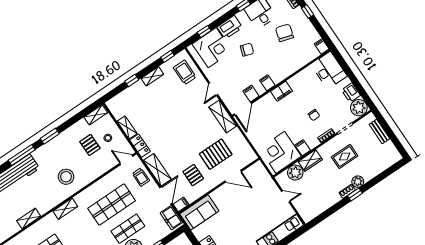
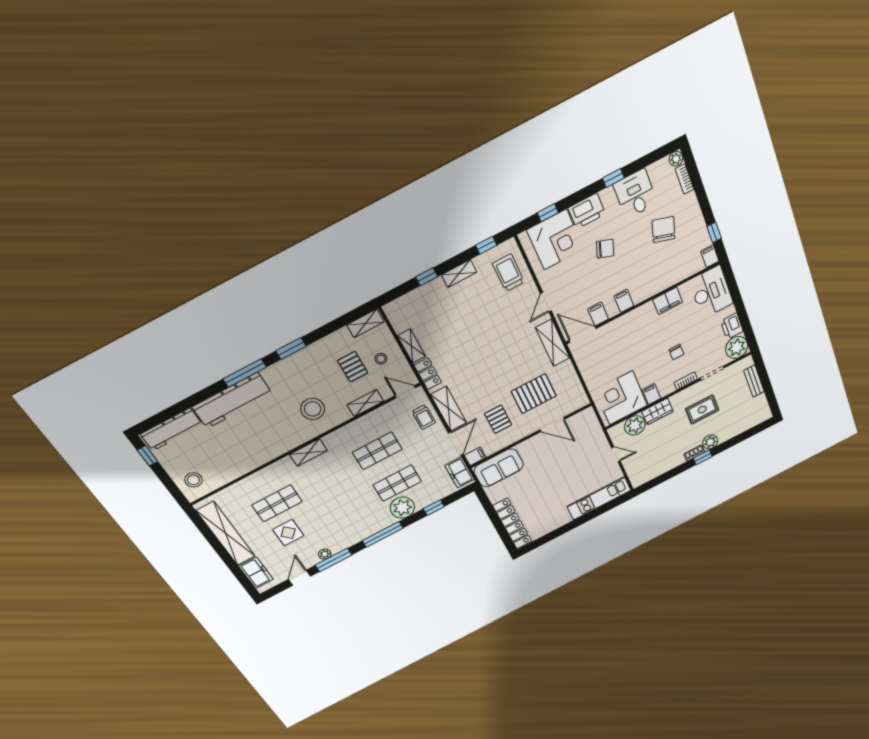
window: (308, 11) -> (714, 232), moved
filing cabinet: (282, 91) -> (668, 301), moved
door: (243, 109) -> (582, 334), swing flipped
shop shelf: (112, 205) -> (377, 451), width x0.70, depth x0.74
shelving: (29, 218) -> (365, 403), moved

